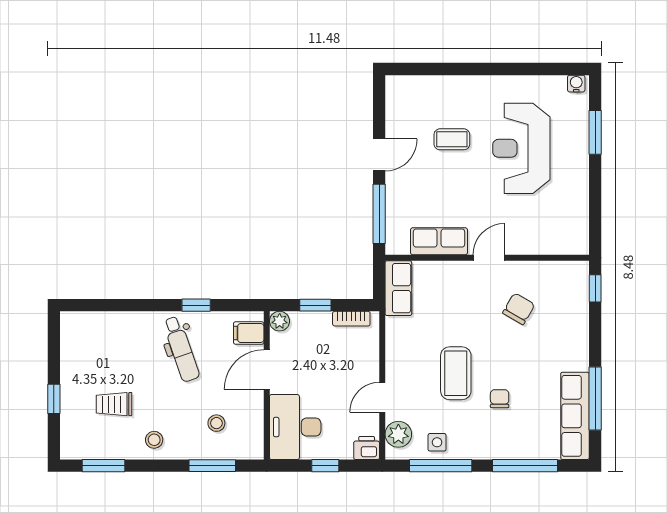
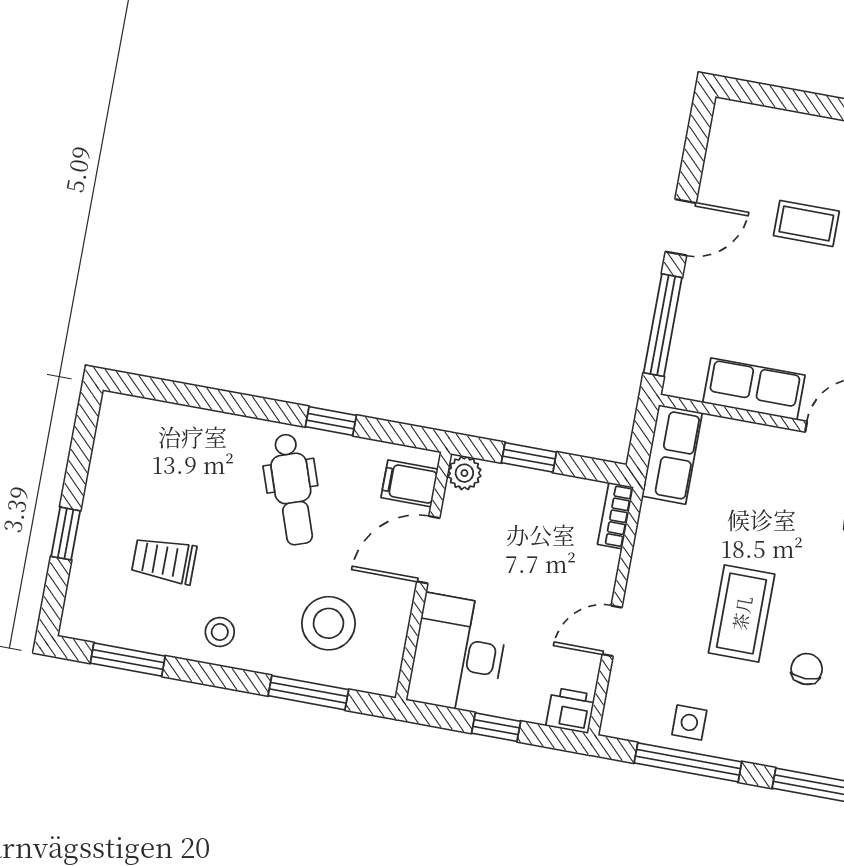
bookcase: (351, 319) -> (615, 516), moved, turned 90
stool: (216, 423) -> (328, 623), width x1.89, depth x1.89
plant: (398, 434) -> (627, 697), removed

